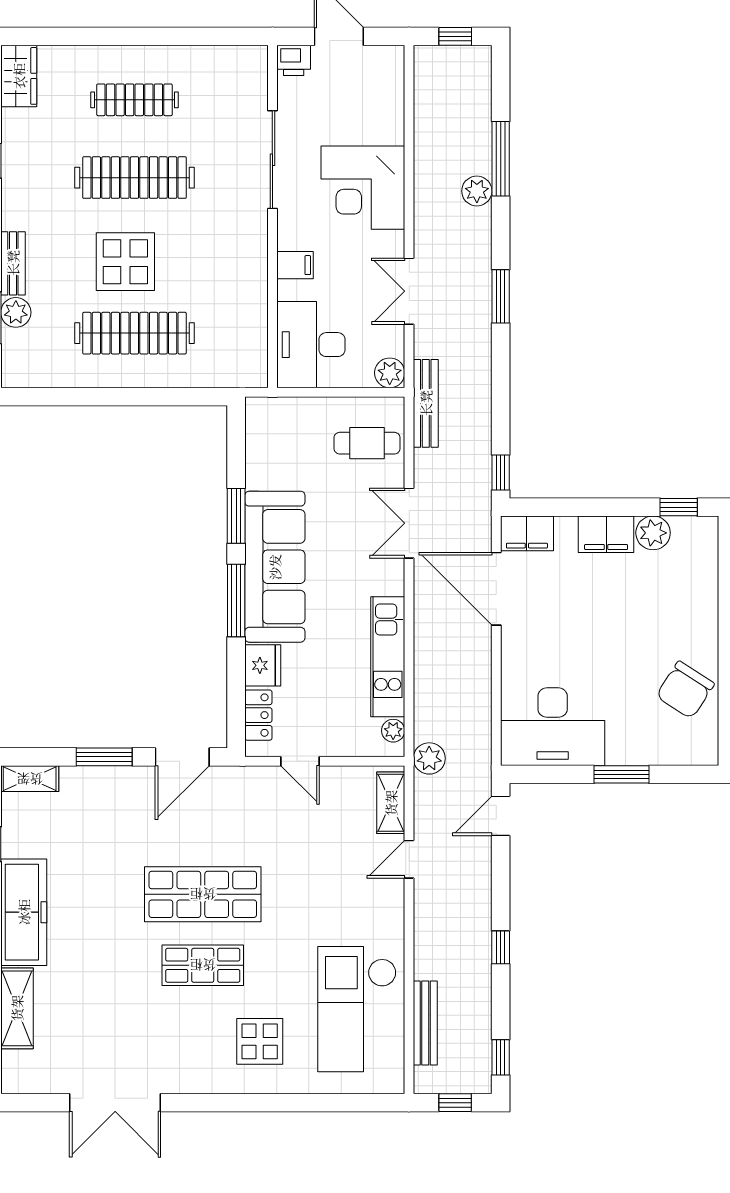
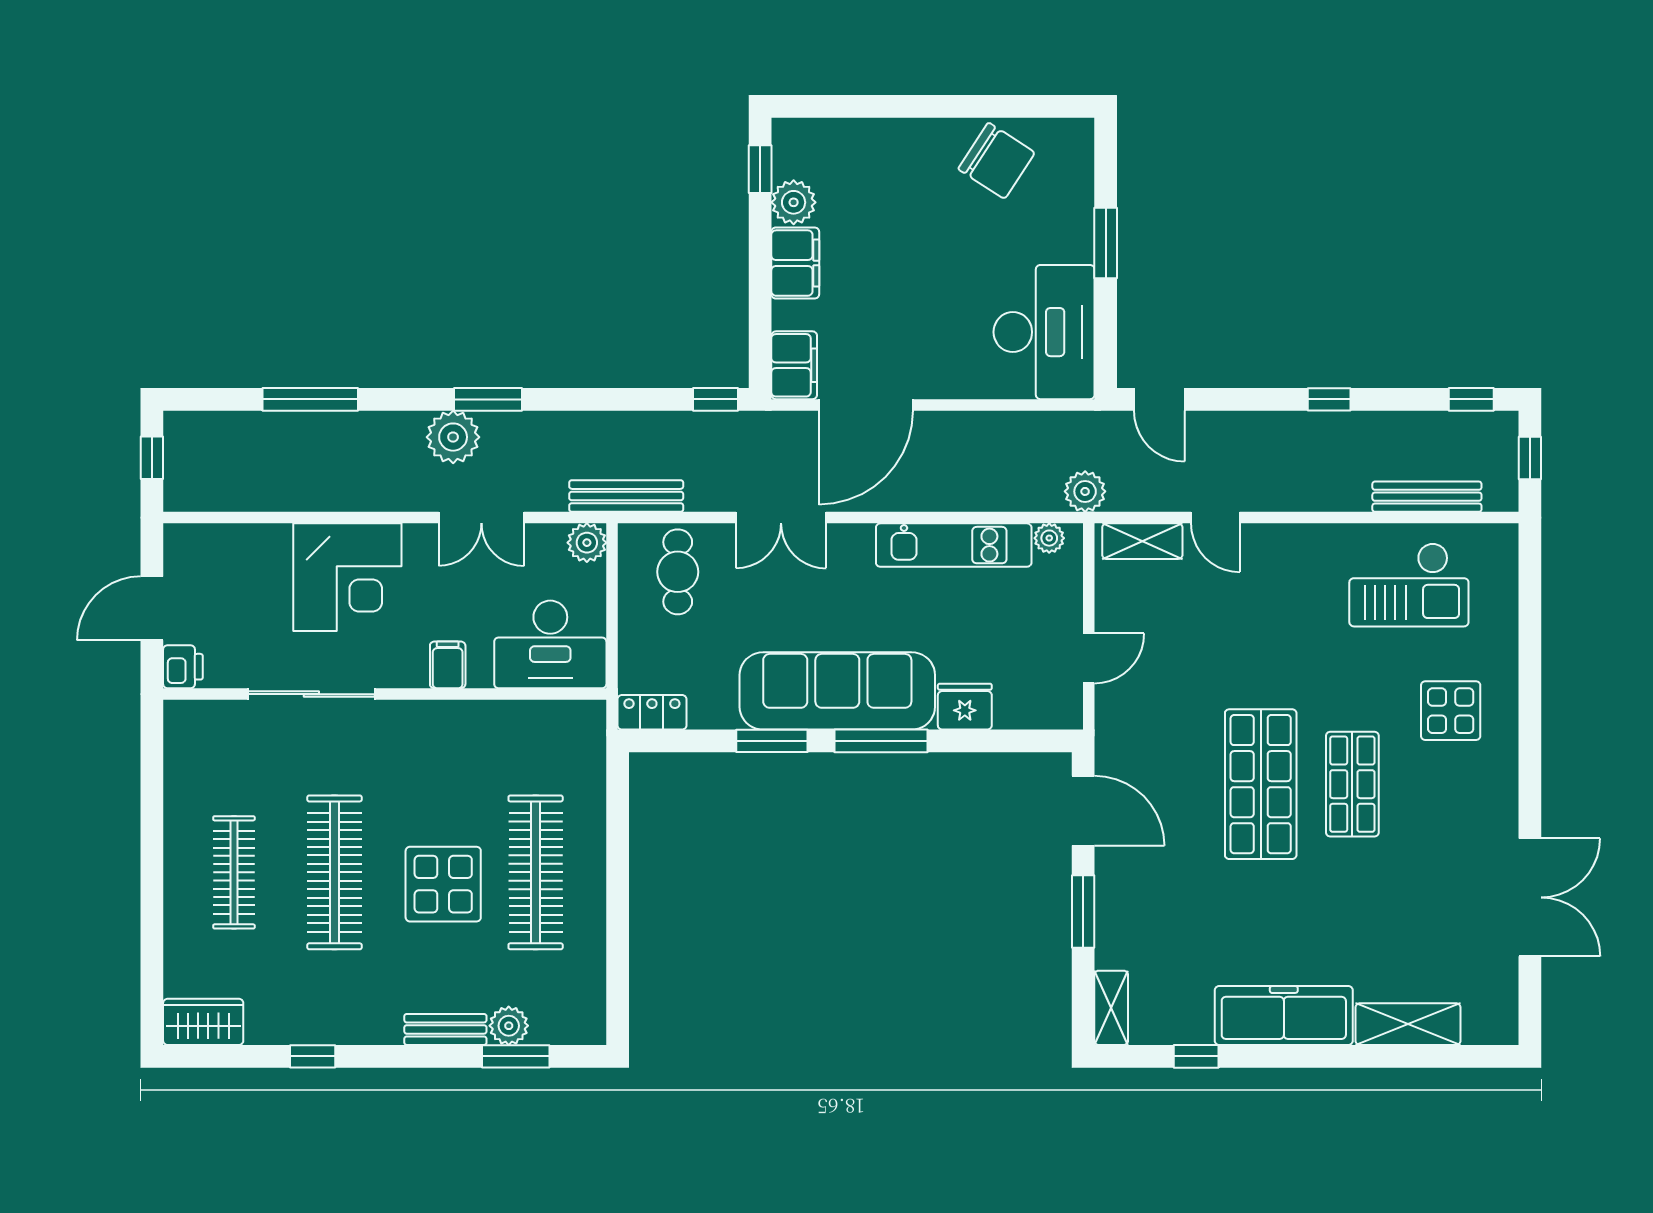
plant: (477, 191) -> (453, 437), moved, width x1.36, depth x1.36
locker: (258, 715) -> (652, 712), moved
checkout: (357, 1009) -> (1409, 585), width x0.73, depth x0.83

